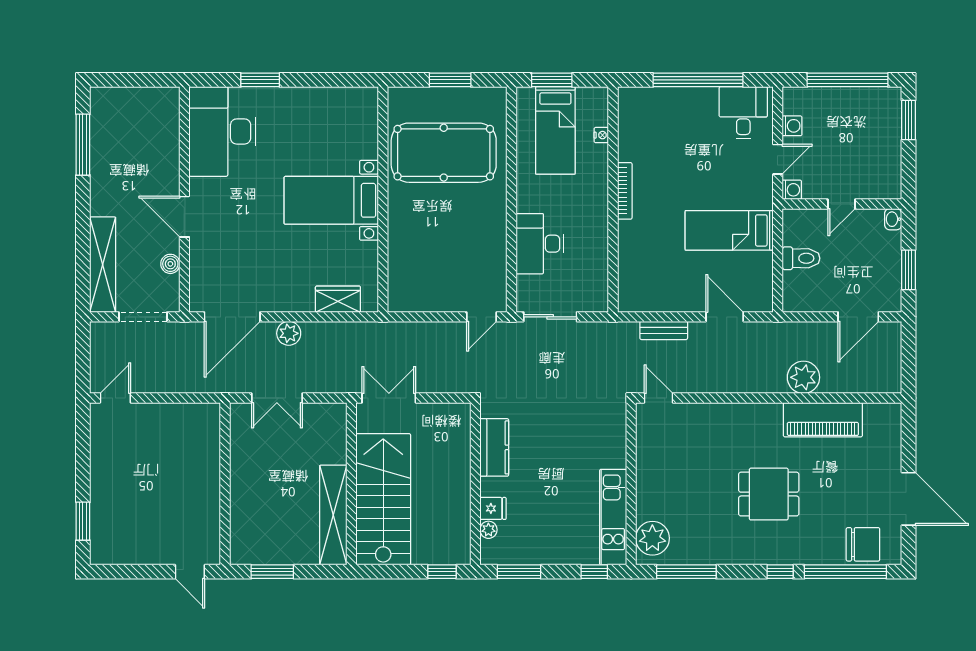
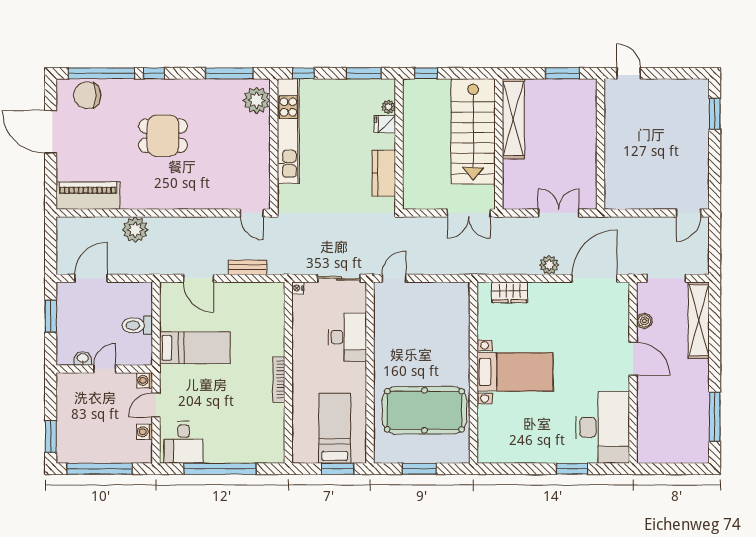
nightstand: (601, 135) -> (298, 288), moved
washbasin: (893, 219) -> (83, 358), moved, turned -90
piano: (823, 420) -> (88, 196), moved
kitchen unit: (613, 517) -> (288, 131), width x1.36

